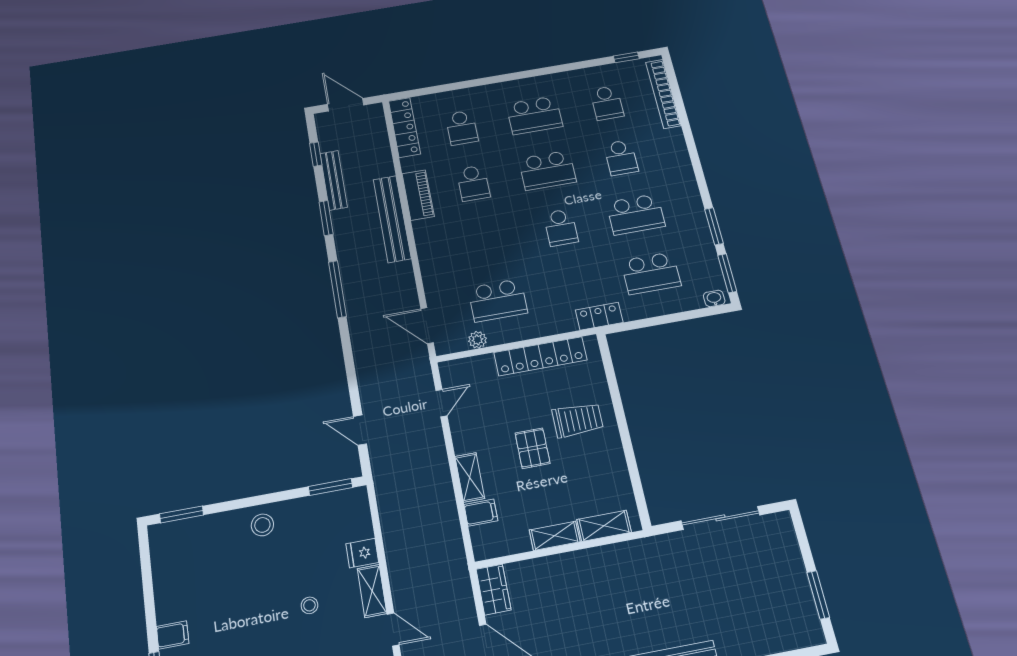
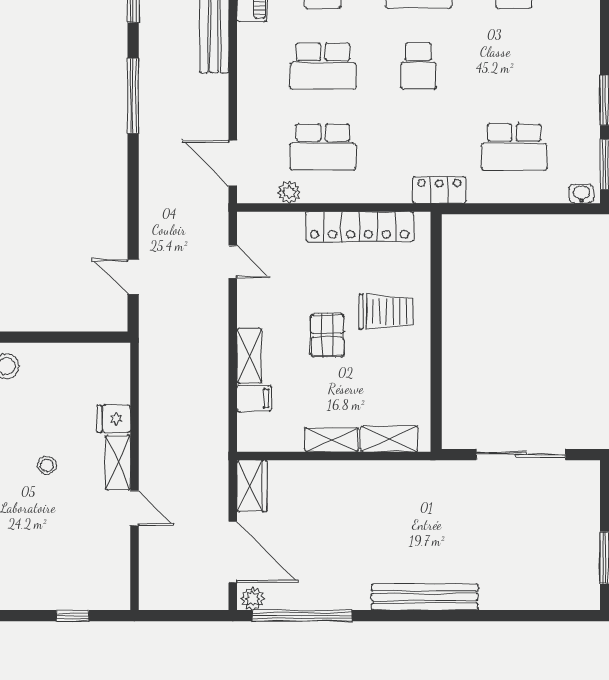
school desk: (636, 214) -> (323, 66), moved
door: (441, 403) -> (233, 262), hinge flipped
window: (331, 487) -> (89, 337), removed

